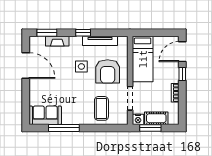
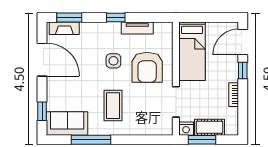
fireplace: (57, 41) -> (64, 28), moved
tv unit: (100, 41) -> (137, 28), width x0.71
window: (26, 106) -> (42, 111), added
coffee table: (101, 108) -> (113, 106), moved

